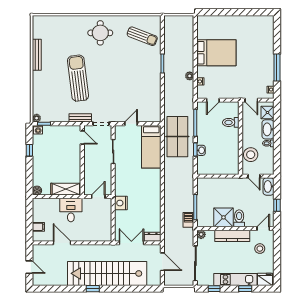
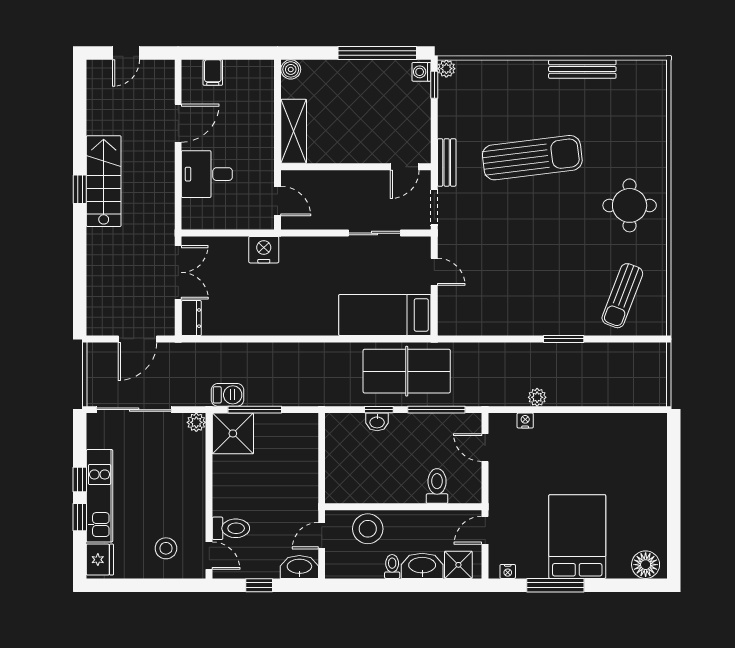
floor lamp: (267, 25) -> (646, 565), added
bed: (216, 53) -> (577, 537), moved, turned 180
window: (29, 150) -> (377, 53), width x3.17
desk: (71, 210) -> (207, 174), moved, turned 180
shower: (224, 217) -> (233, 433), moved
toilet: (239, 218) -> (231, 528), moved
kitchen counter: (232, 236) -> (193, 489), removed
stairs: (107, 273) -> (104, 181), width x0.54, depth x0.66
window: (214, 289) -> (80, 480), moved

